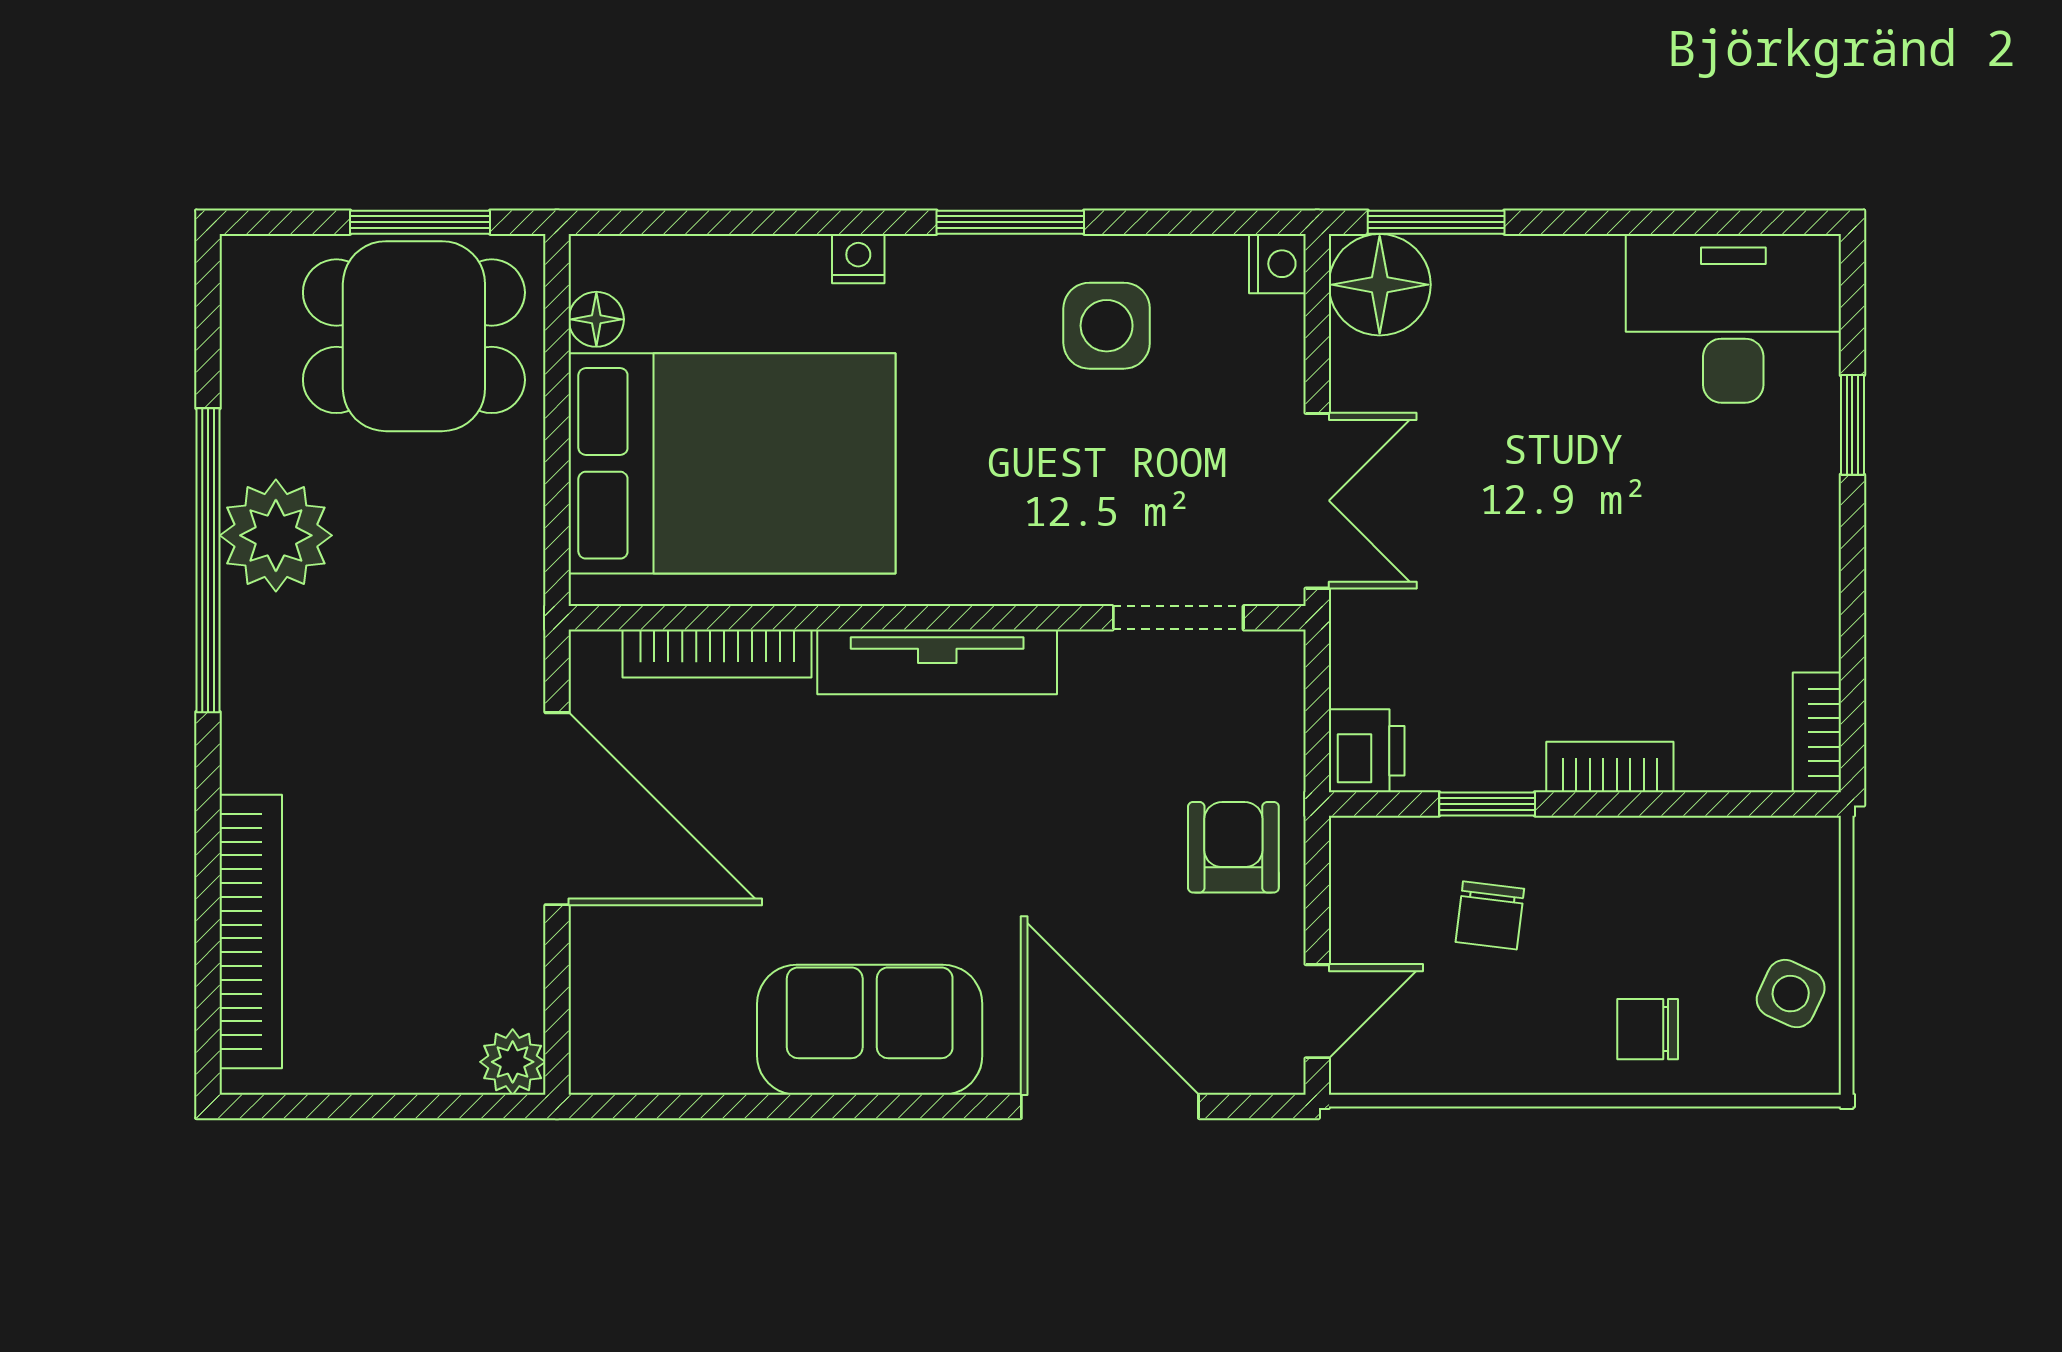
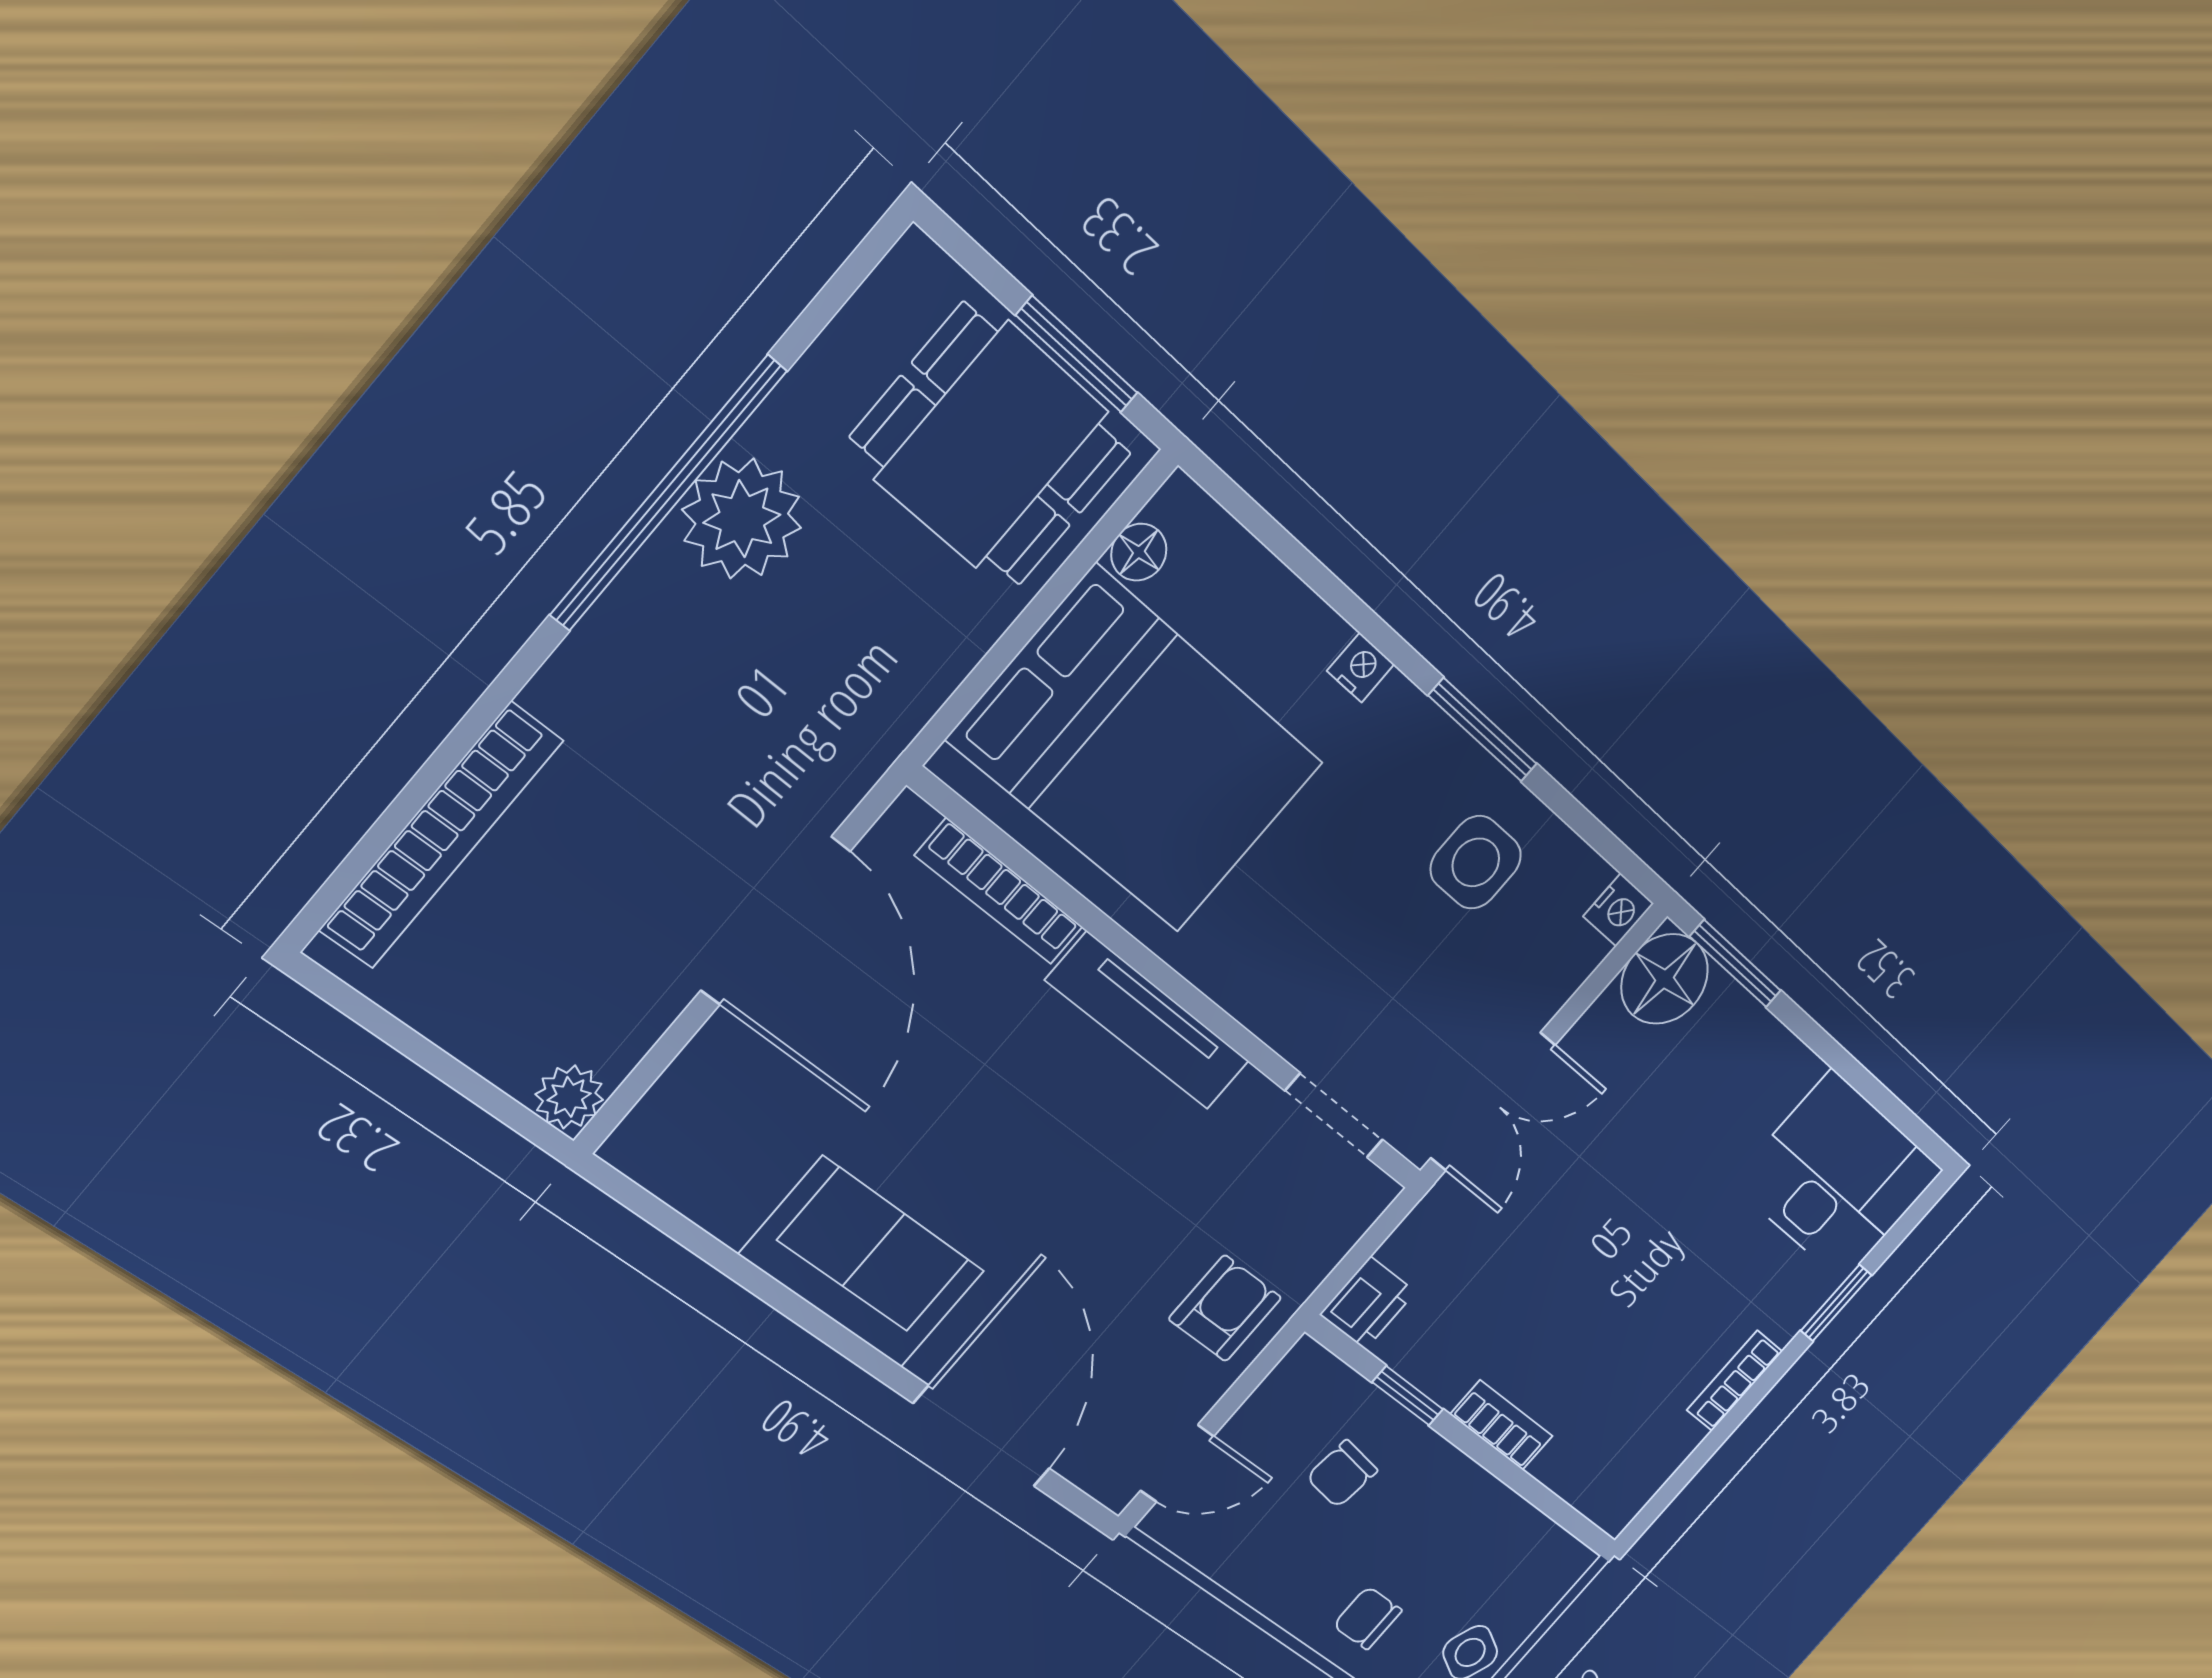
bookcase: (1817, 732) -> (1735, 1381), moved

